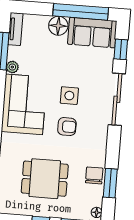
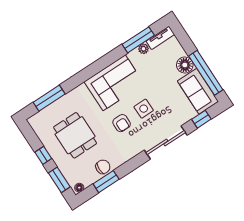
plant: (12, 67) -> (143, 49), moved

